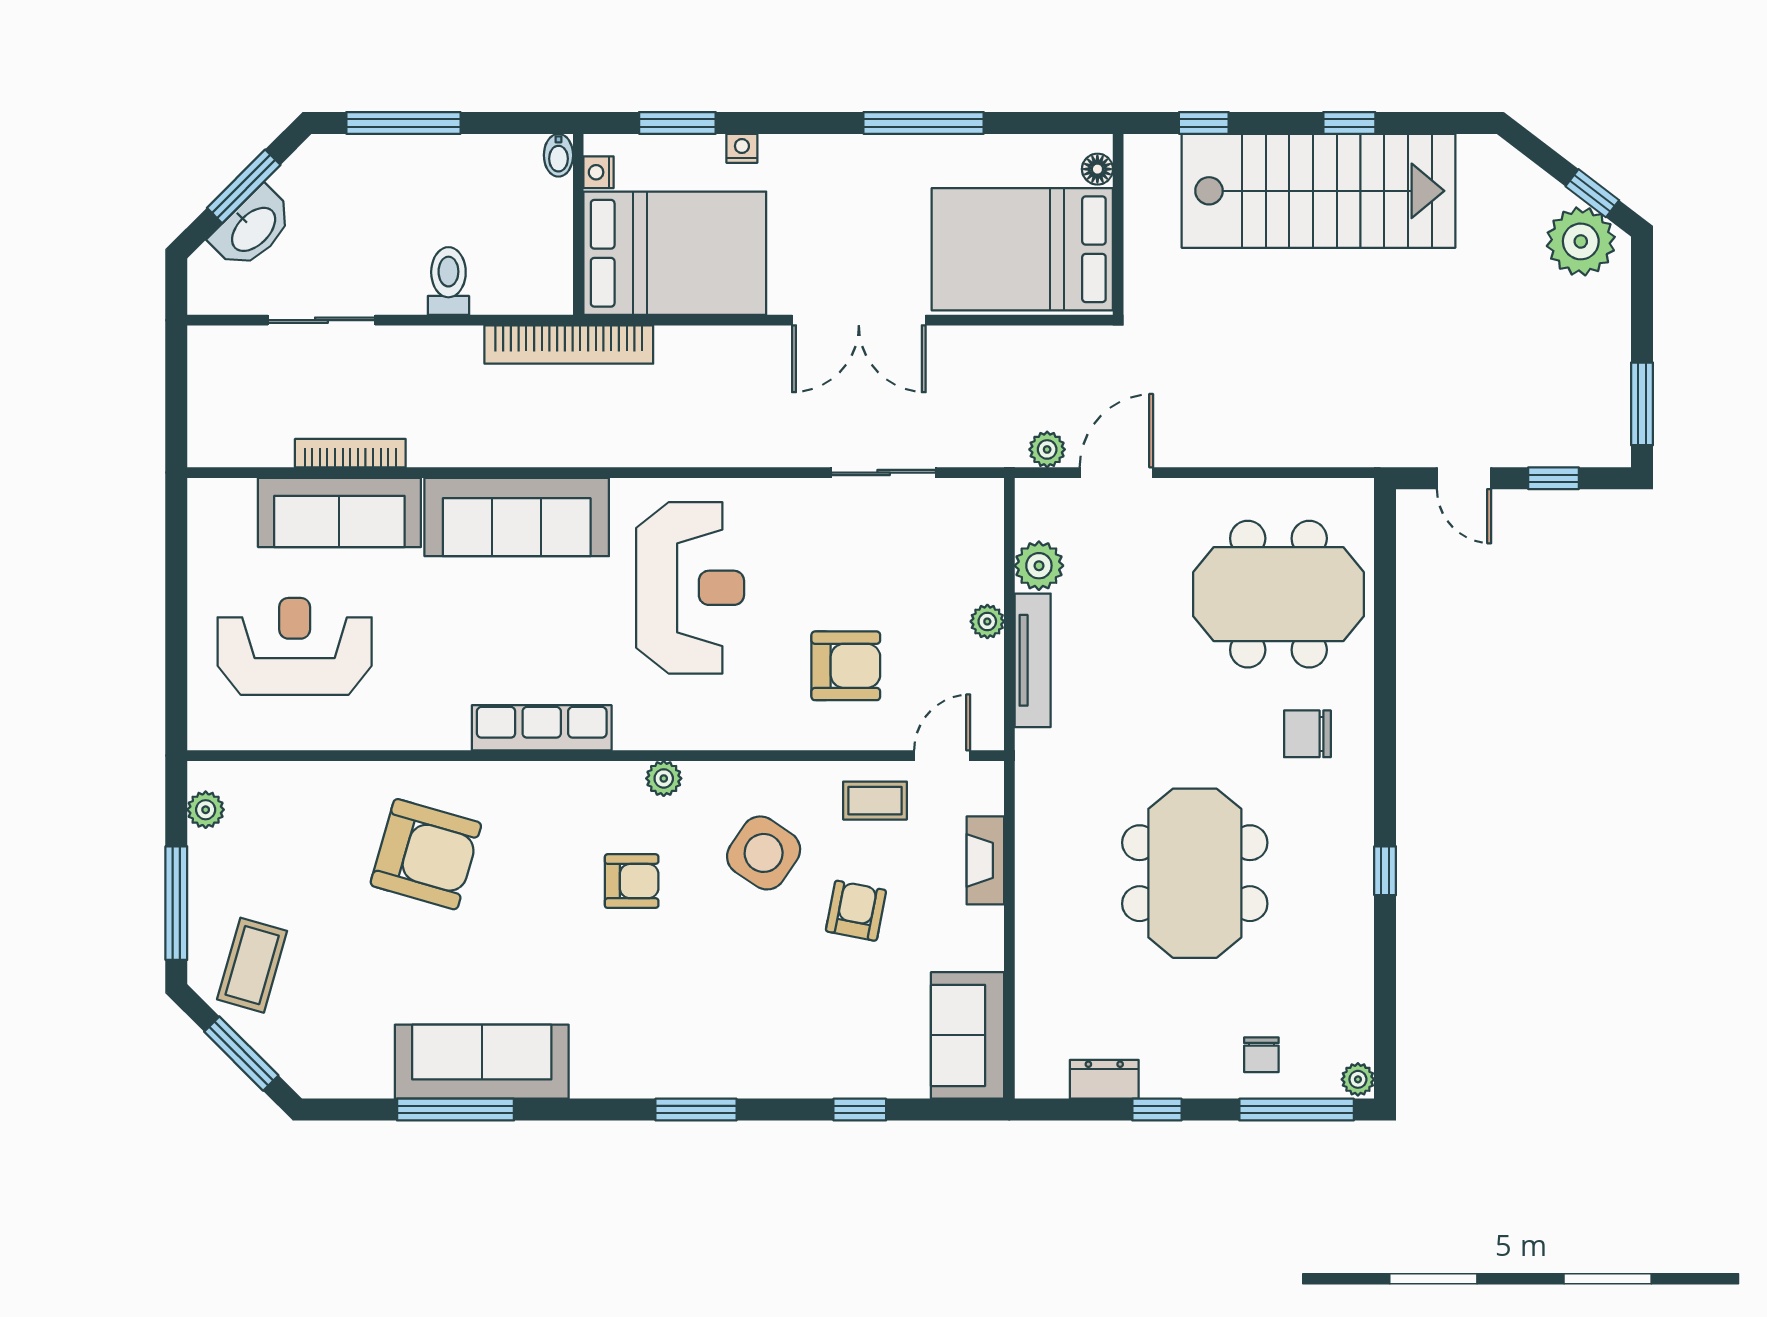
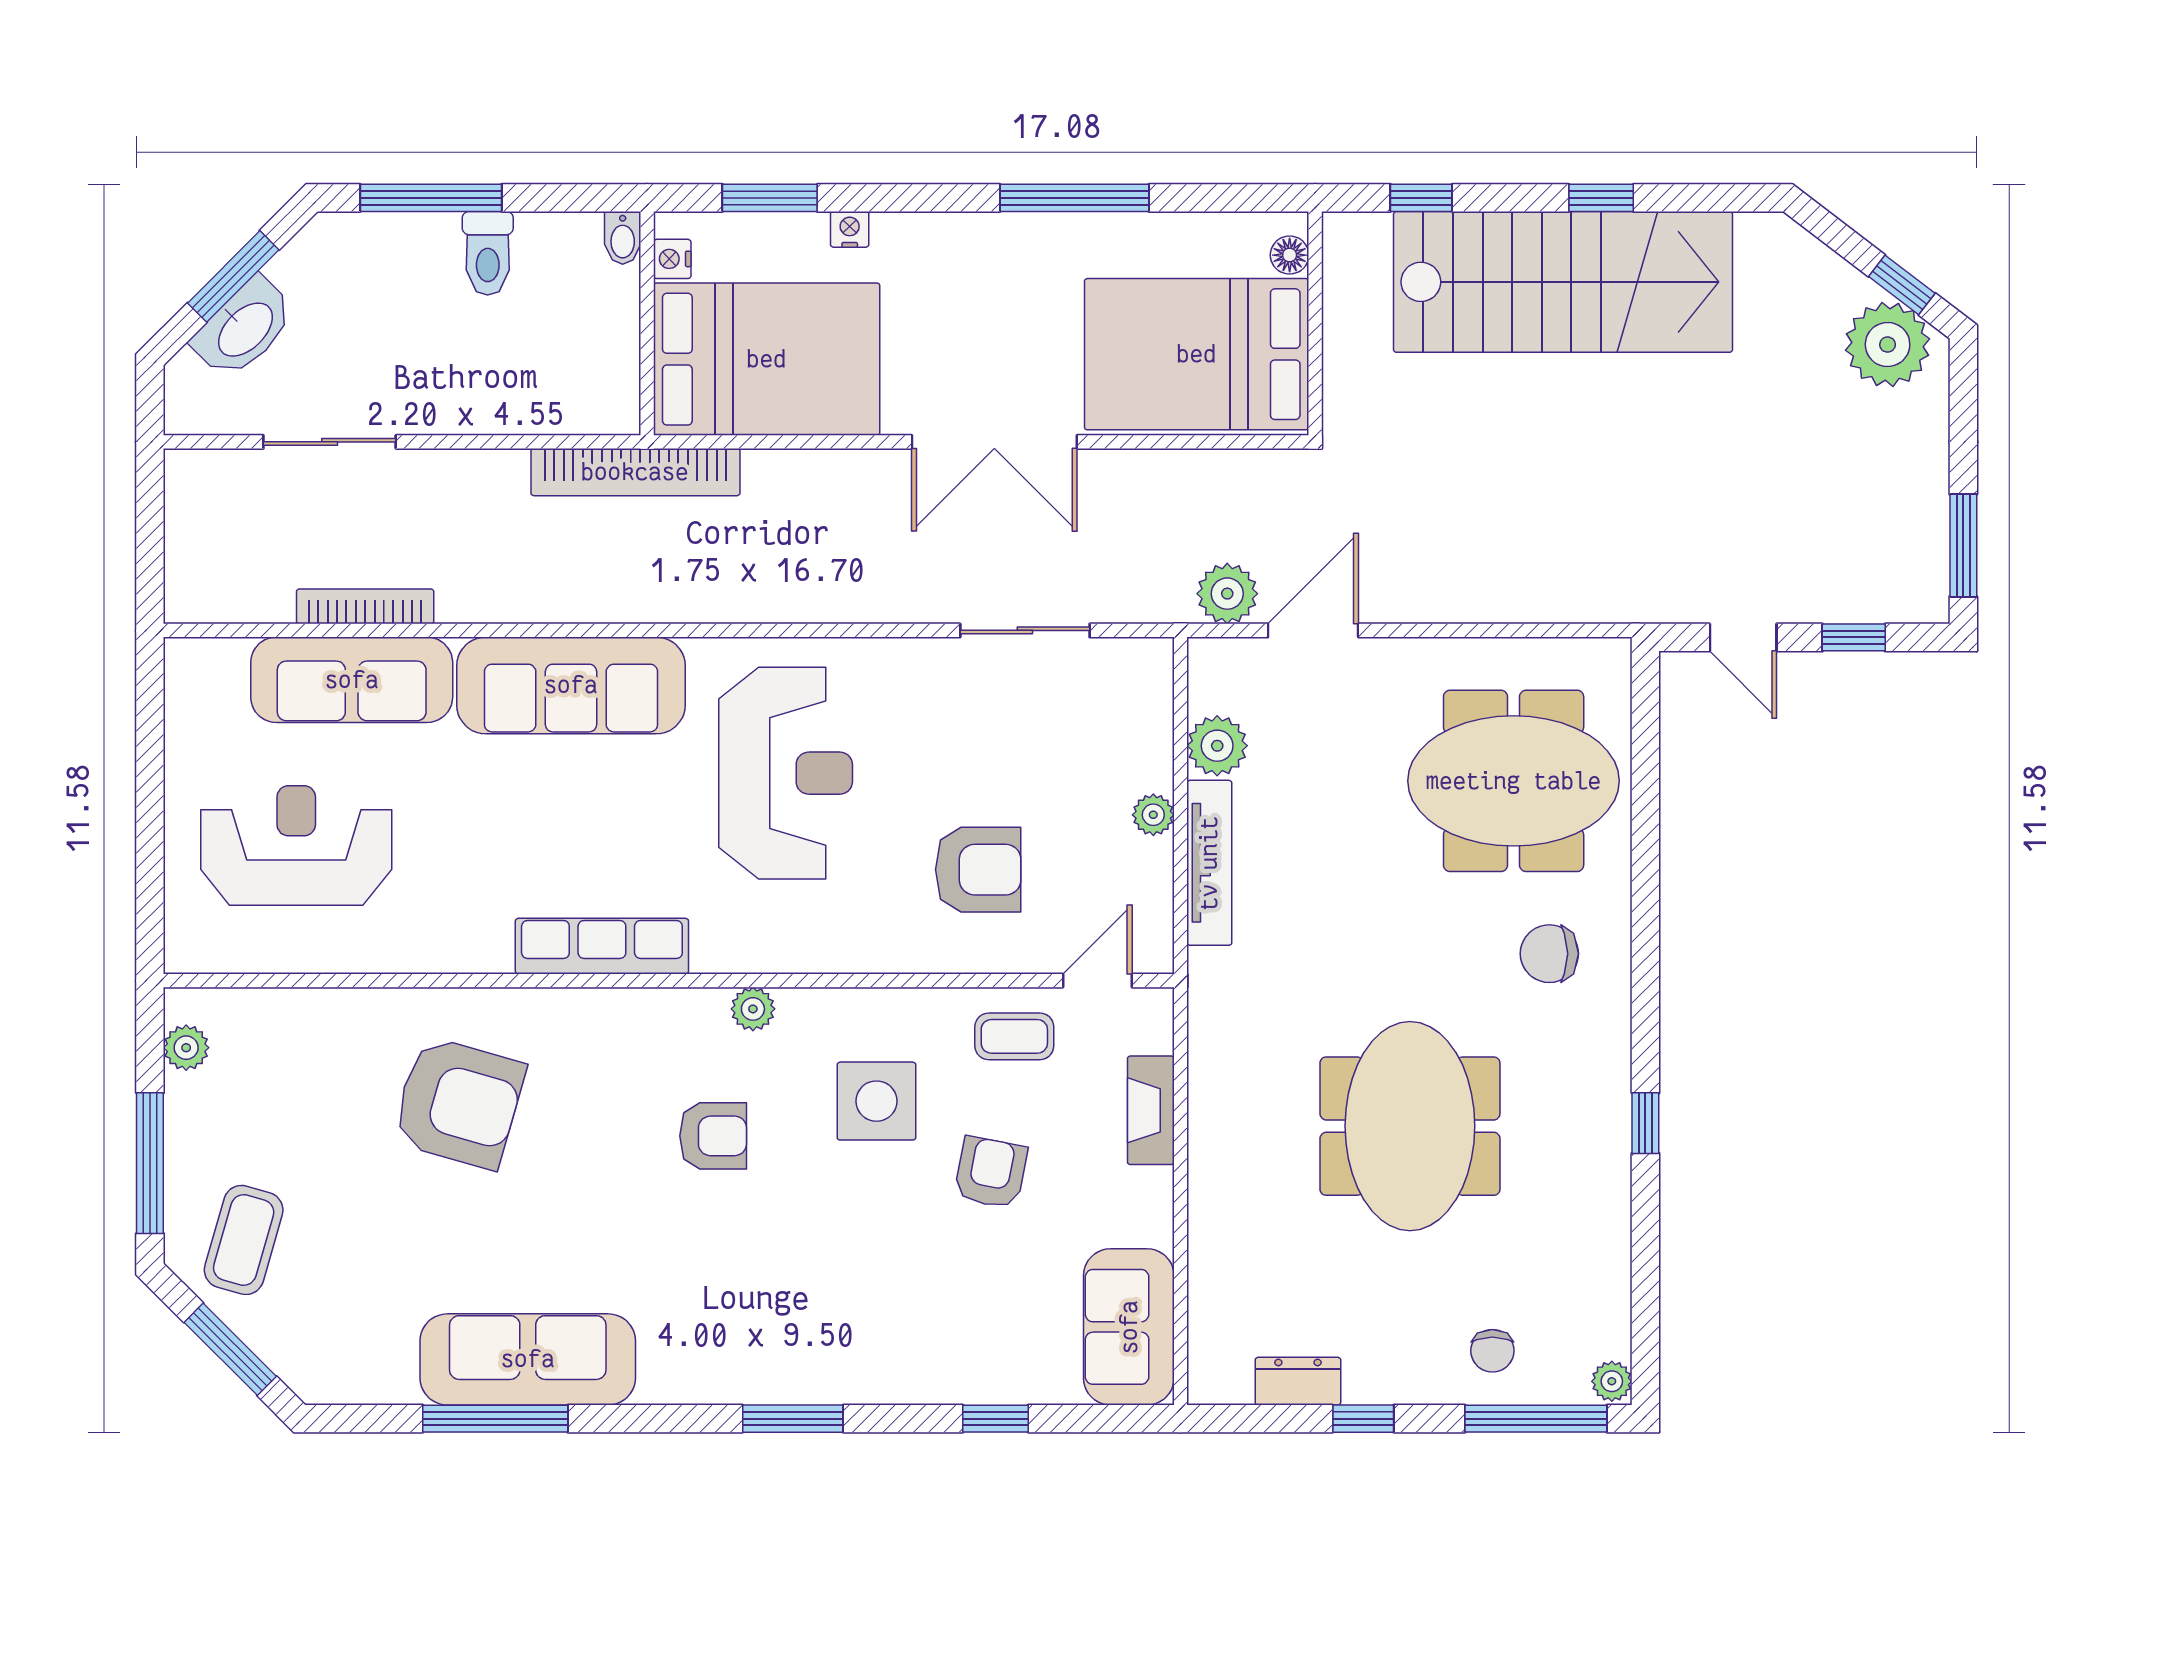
toilet: (448, 281) -> (488, 253), moved, turned 180
plant: (1047, 449) -> (1227, 594), width x1.38, depth x1.38
side table: (764, 853) -> (876, 1101), turned -34

